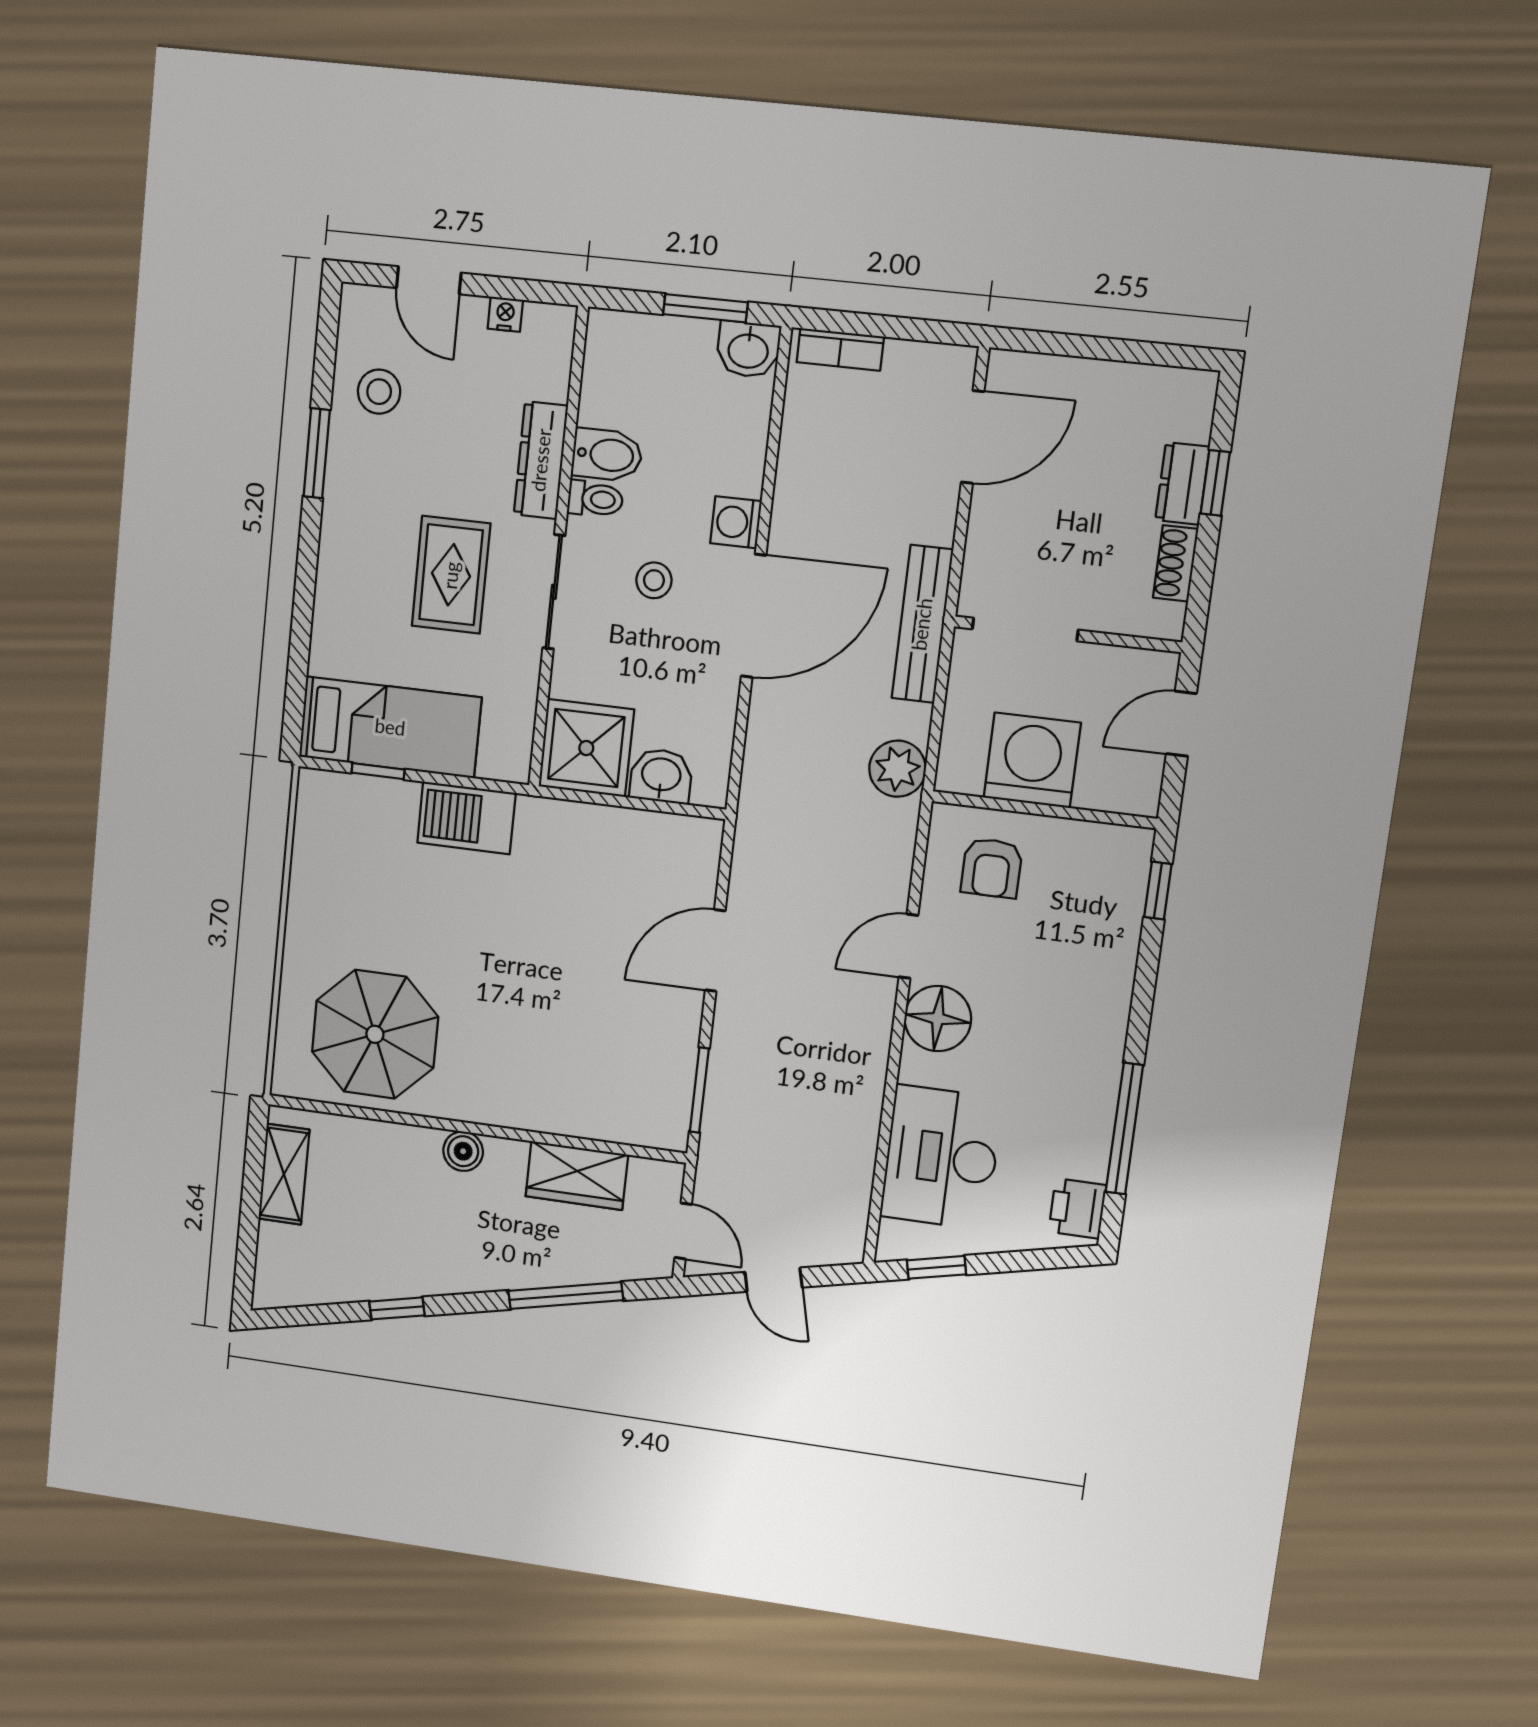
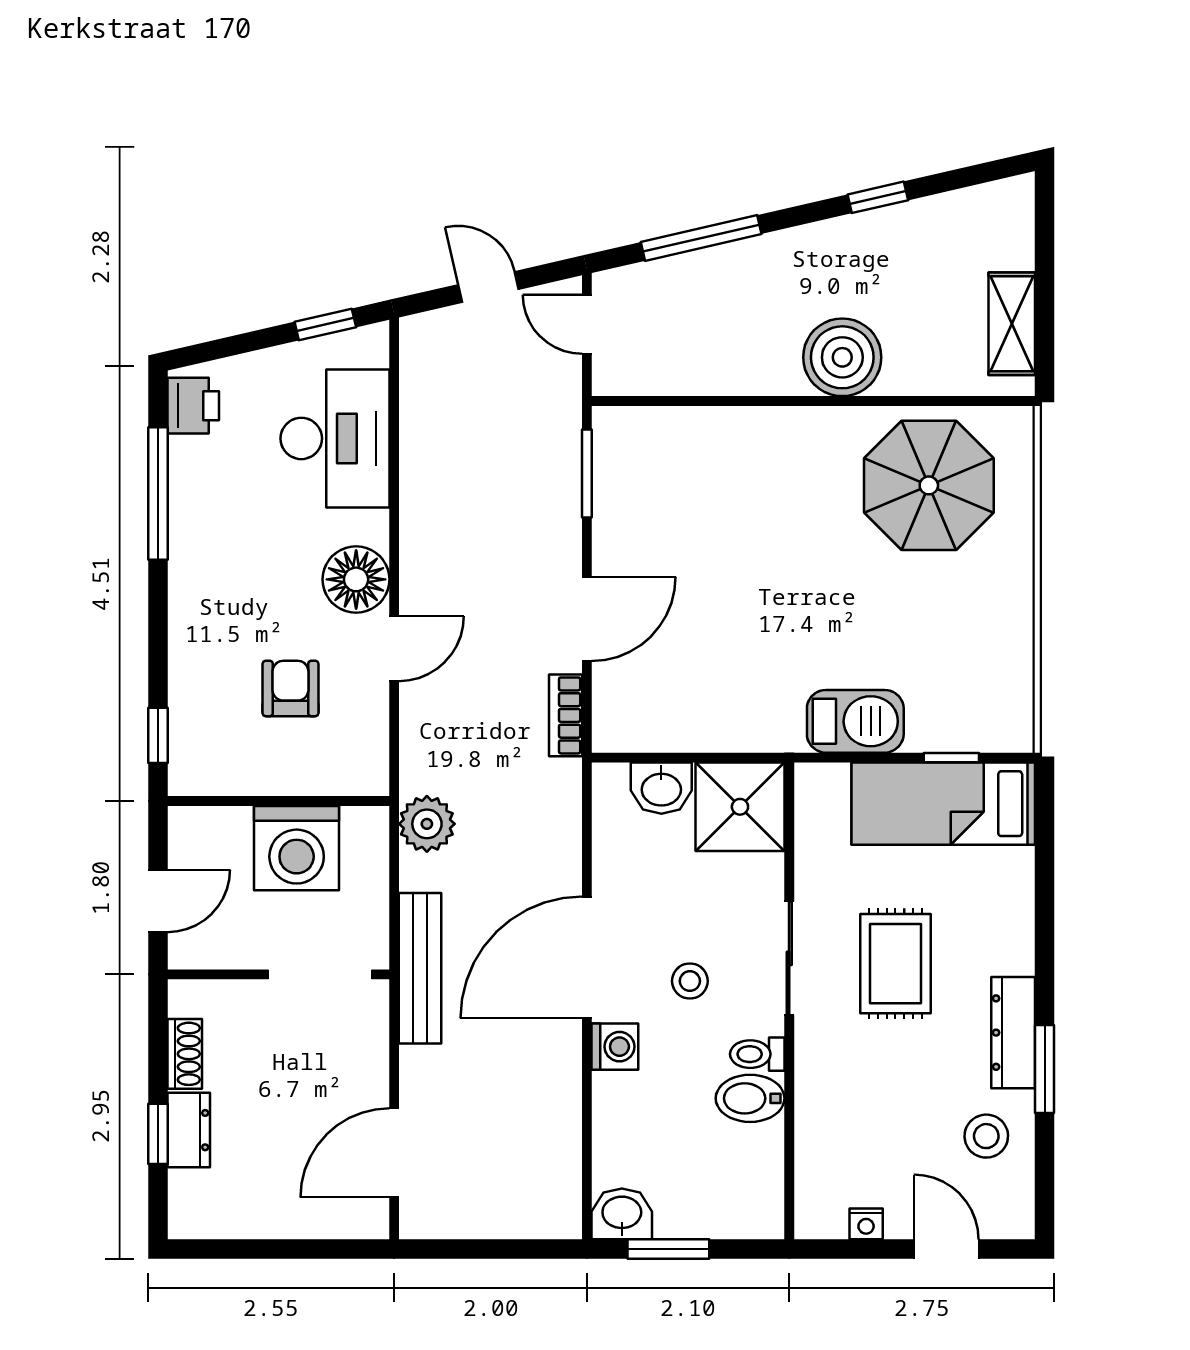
bookcase: (840, 349) -> (566, 715), moved, turned -90
dresser: (541, 460) -> (1013, 1033), moved, turned 180
armchair: (992, 868) -> (290, 688), moved
boiler: (463, 1151) -> (842, 357), width x1.86, depth x1.86
wardrobe: (577, 1176) -> (703, 367), removed

